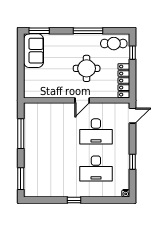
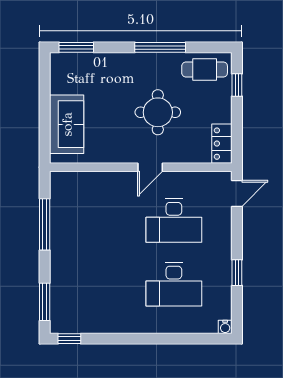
sofa: (33, 51) -> (67, 124), moved
locker: (124, 81) -> (222, 144), width x0.66
window: (74, 200) -> (69, 339), moved

